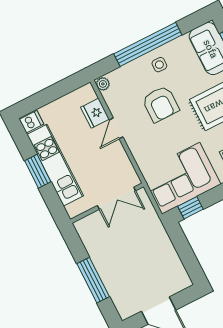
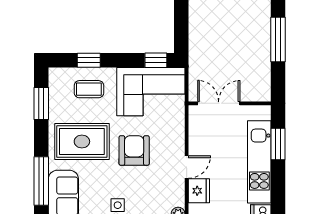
armchair: (160, 104) -> (134, 150), moved
window: (38, 171) -> (278, 144), moved

